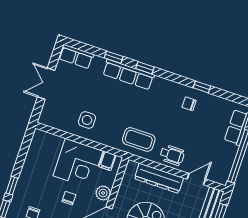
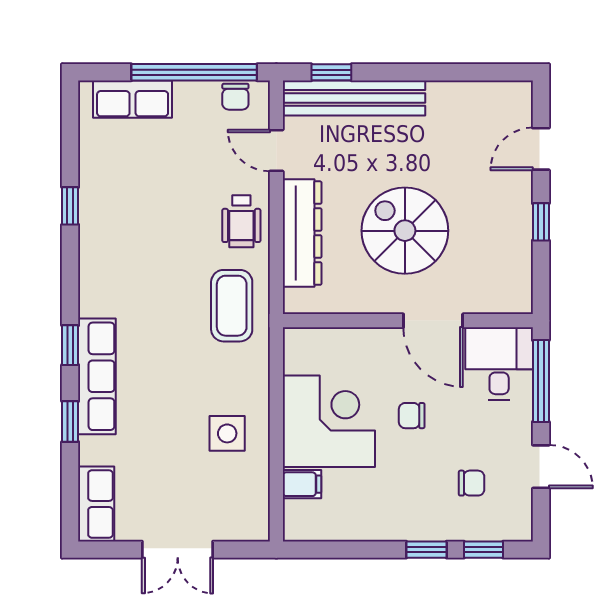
chair: (189, 104) -> (235, 97), moved
wheelchair: (172, 155) -> (241, 221), turned 180
filing cabinet: (107, 161) -> (302, 484), moved
plant: (103, 193) -> (375, 344), removed

